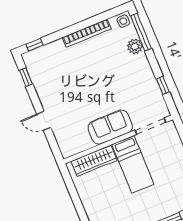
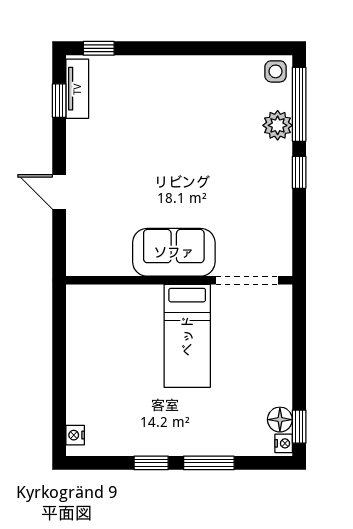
bookcase: (87, 33) -> (201, 66), removed
tv unit: (32, 68) -> (77, 89), added
window: (163, 85) -> (299, 172), moved
wardrobe: (94, 161) -> (120, 300), removed

